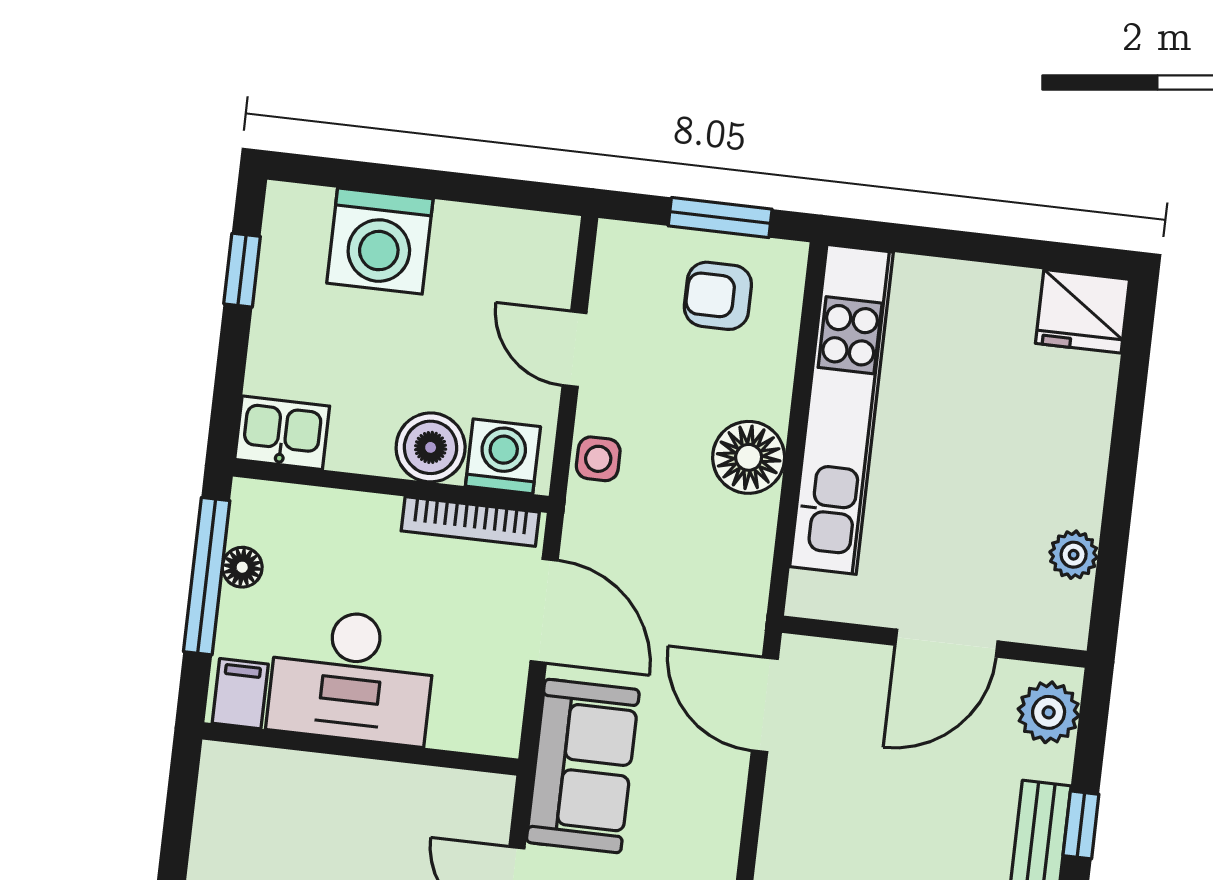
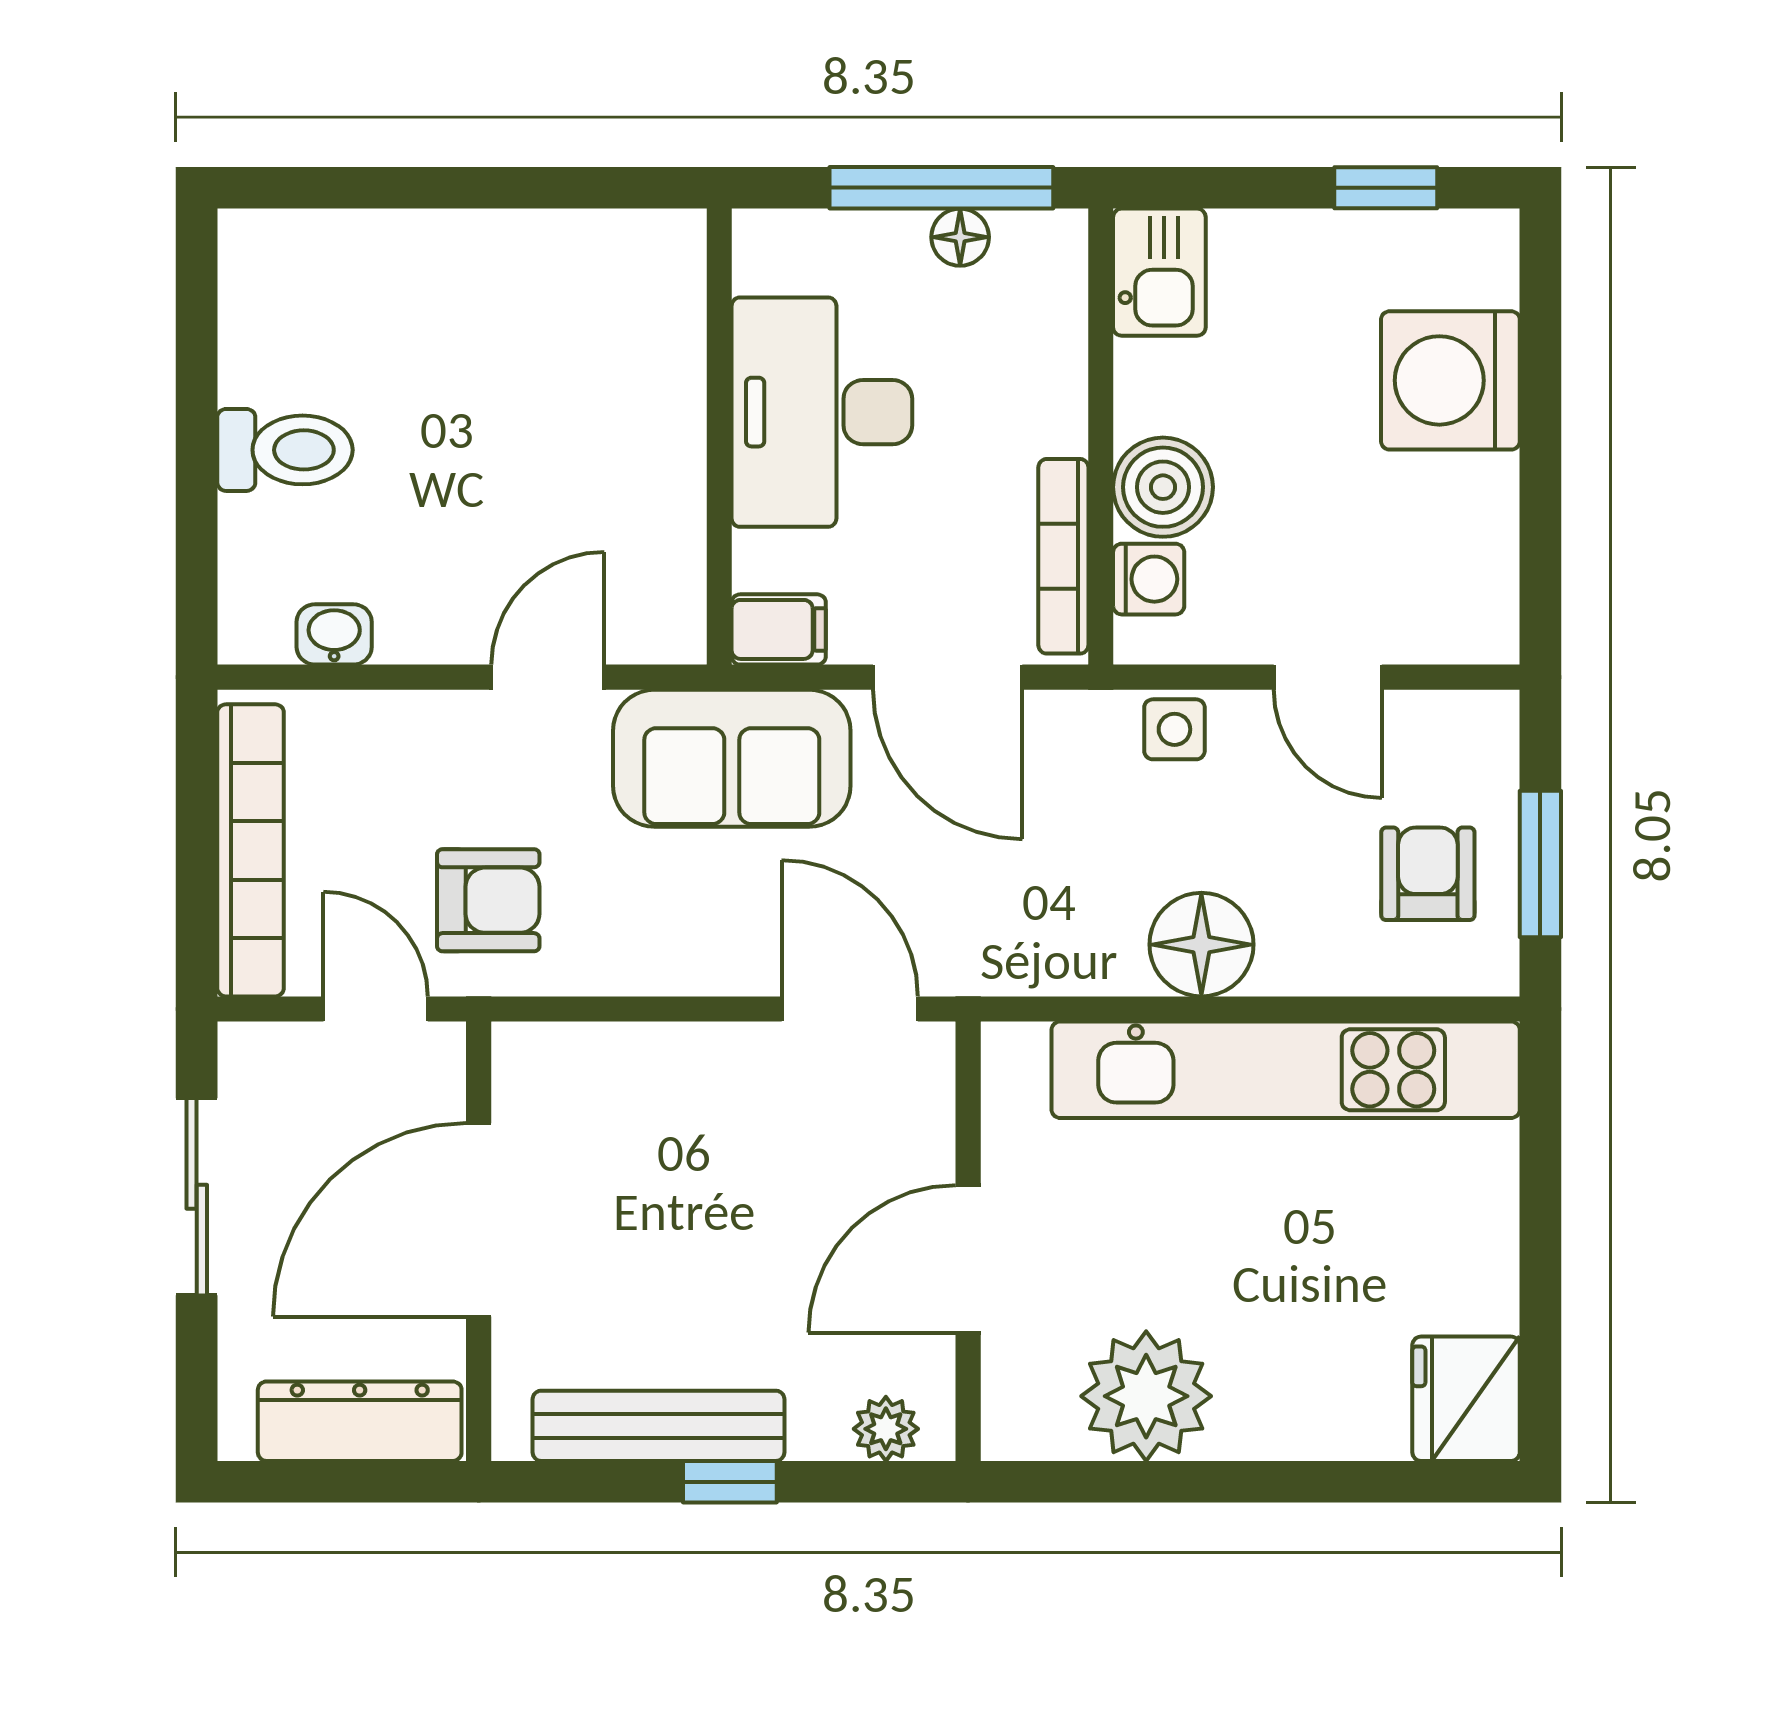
door: (574, 349) -> (1328, 677), swing flipped
washing machine: (503, 456) -> (1149, 579), width x0.73, depth x0.73
plant: (1074, 555) -> (1146, 1396), width x1.88, depth x1.88
door: (544, 611) -> (948, 677), hinge flipped
door: (946, 643) -> (968, 1259), hinge flipped
filing cabinet: (240, 694) -> (779, 629), moved
door: (765, 705) -> (850, 1009), hinge flipped
plant: (1049, 712) -> (886, 1429), width x0.73, depth x0.73

